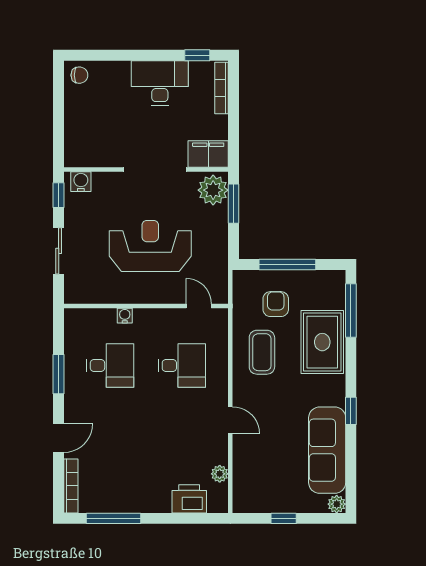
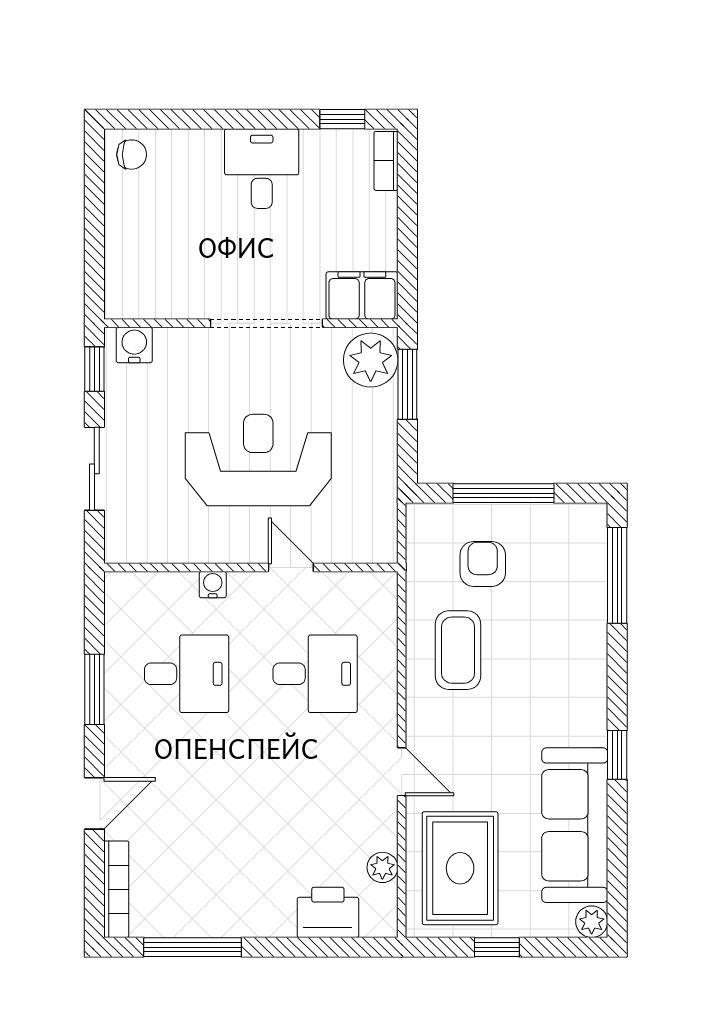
desk: (160, 83) -> (262, 169), width x0.73
bookcase: (222, 88) -> (386, 161), width x0.64
door: (199, 306) -> (291, 568), moved
rug: (322, 342) -> (460, 868), moved

